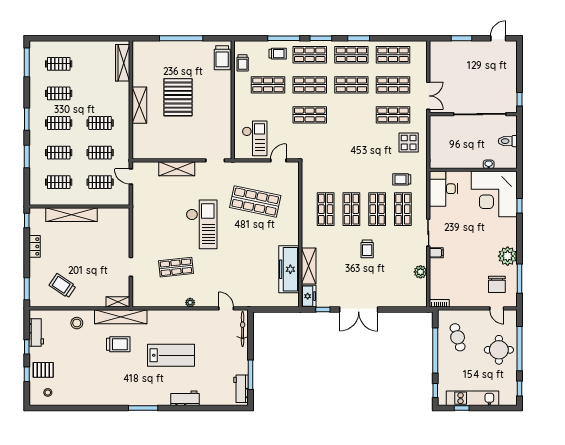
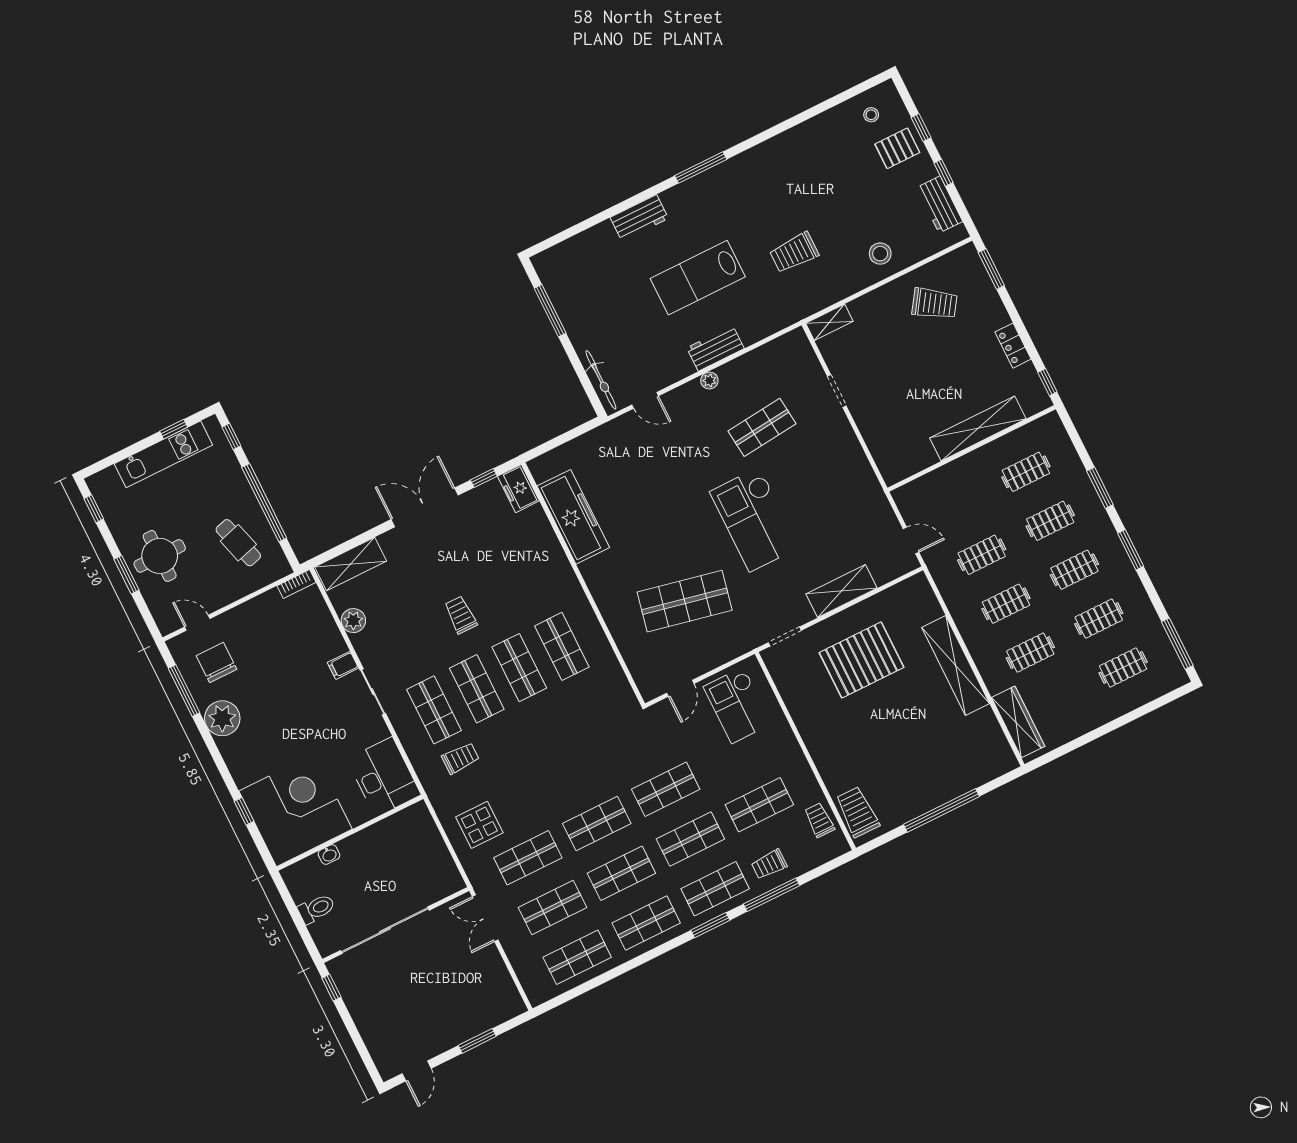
window: (359, 38) -> (648, 956), removed
pallet: (178, 97) -> (861, 660), moved, turned 90
shelving: (139, 105) -> (956, 665), width x1.47
shop shelf: (351, 115) -> (597, 823), added
clothes rail: (100, 182) -> (1030, 653), moved
shelving: (309, 266) -> (351, 564), moved, turned 90
shelving: (121, 317) -> (813, 300), removed
window: (519, 349) -> (126, 575), width x0.47
workbench: (241, 389) -> (715, 348), moved, turned -90

